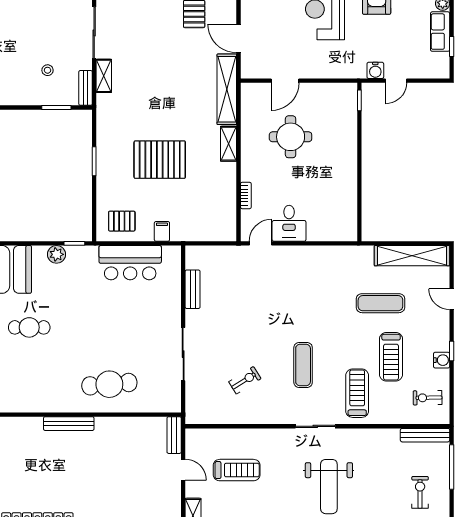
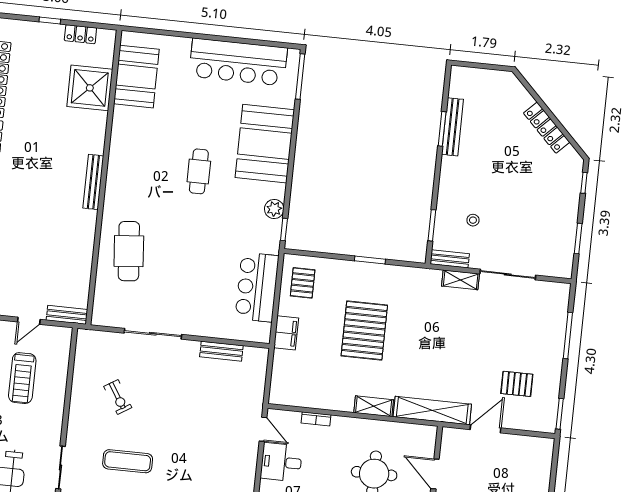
filing cabinet: (162, 231) -> (286, 333), width x2.00
bench: (69, 424) -> (93, 182), moved

